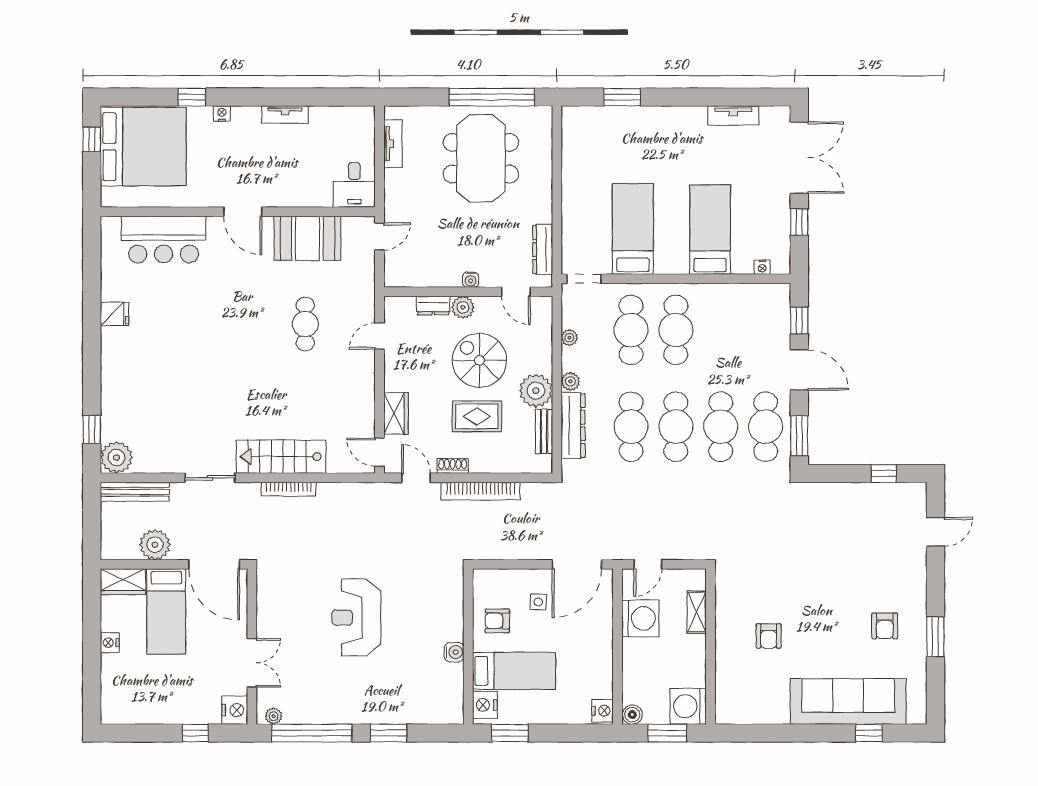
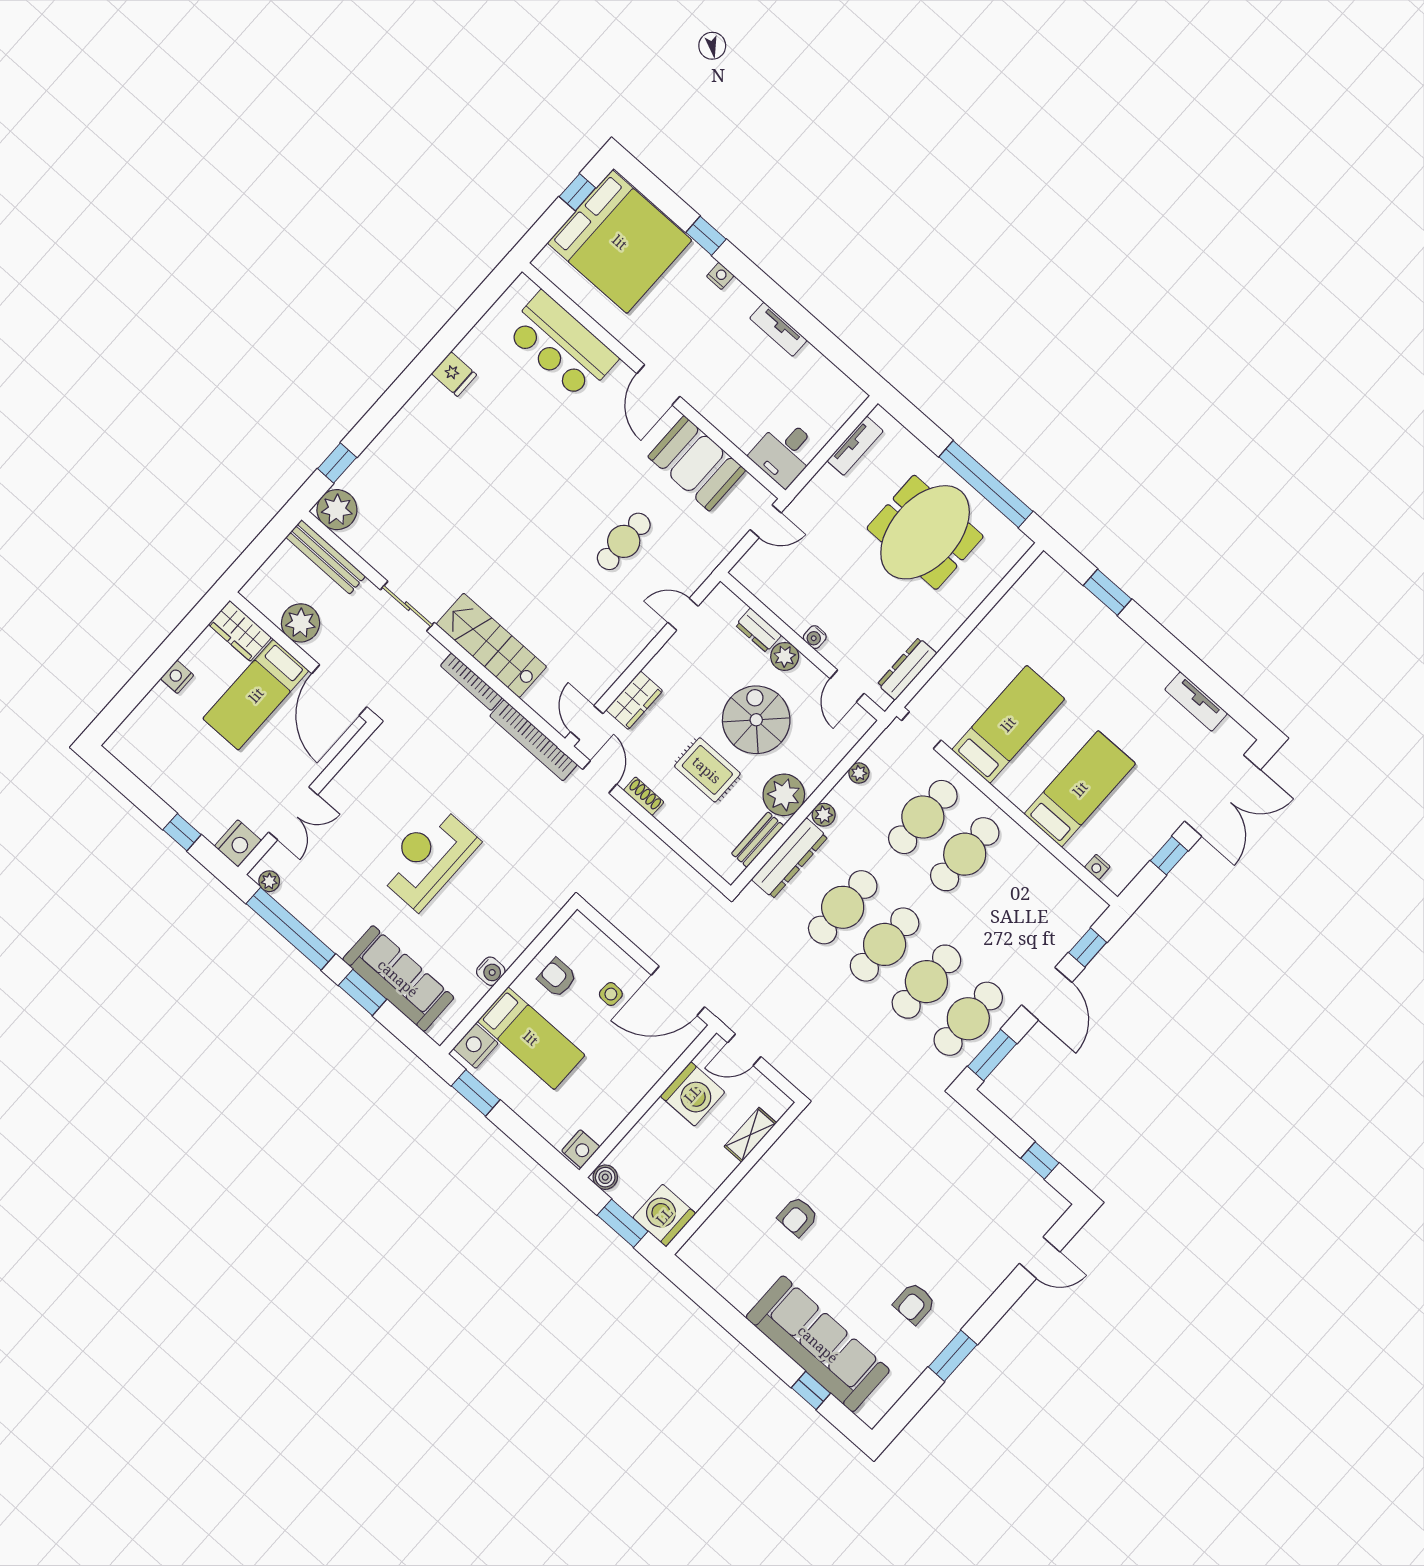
bookcase: (481, 491) -> (534, 740), moved
sofa: (403, 706) -> (398, 978), added

